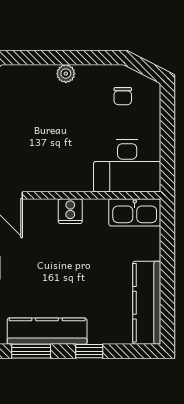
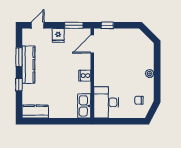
kitchen counter: (147, 303) -> (35, 112), width x0.67

